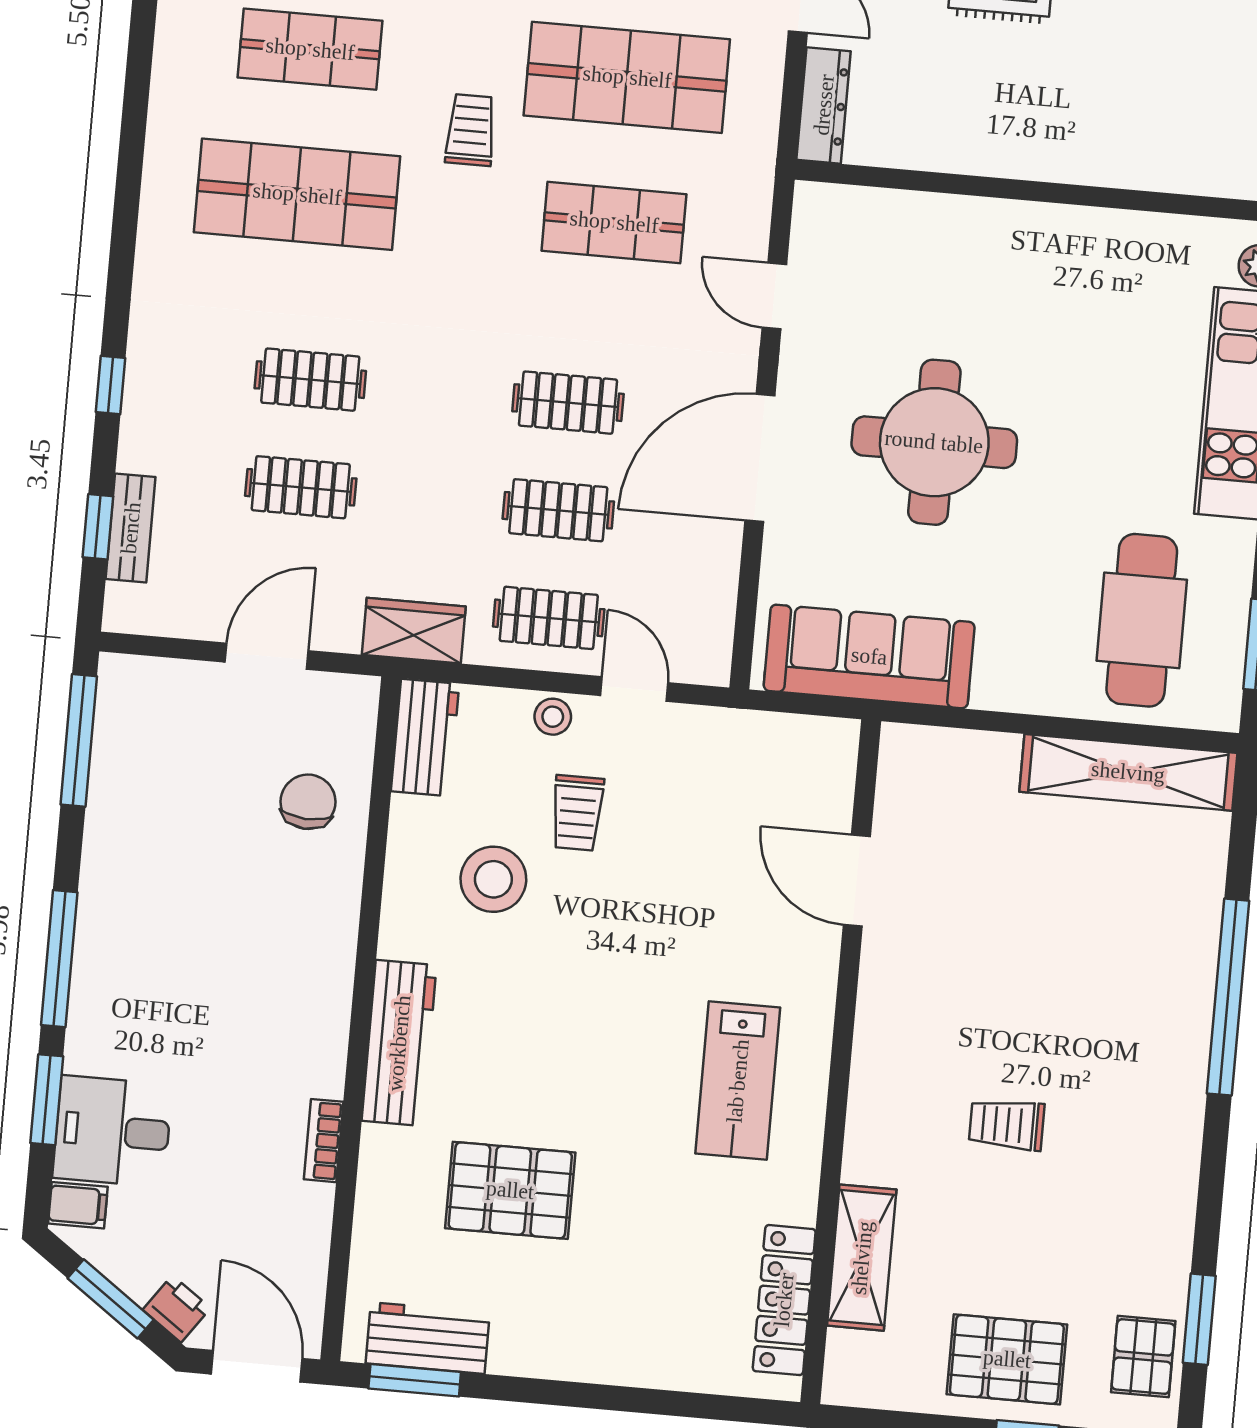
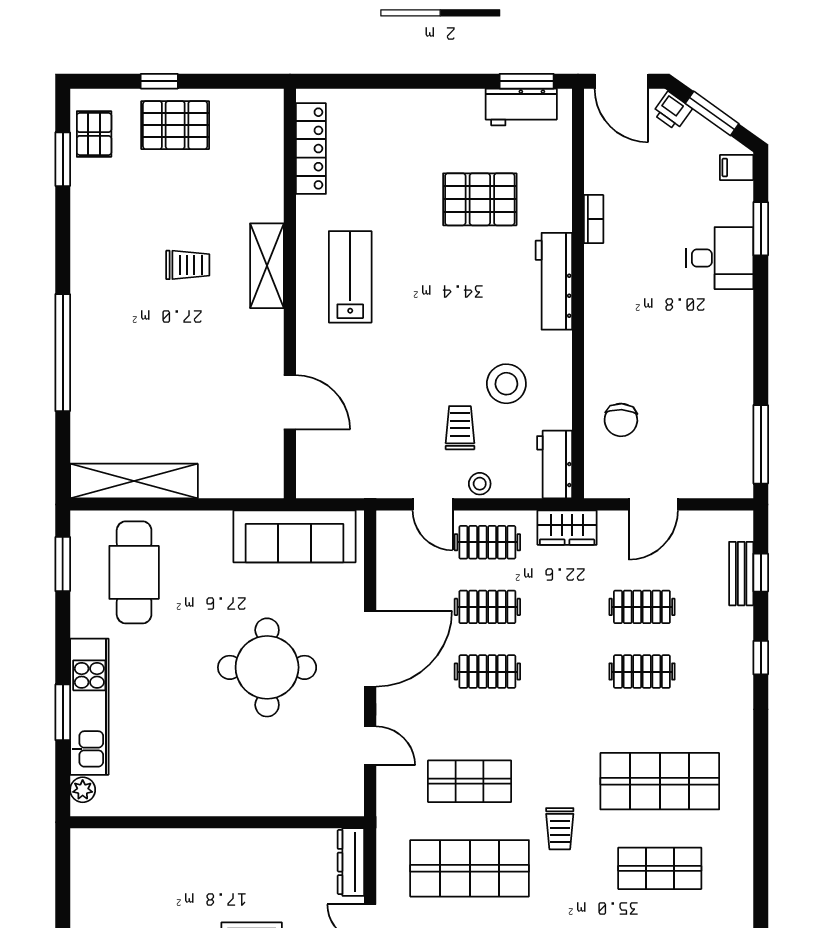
window: (59, 959) -> (761, 313), removed
desk: (112, 1131) -> (720, 258), moved
shelving: (862, 1258) -> (267, 266), moved

